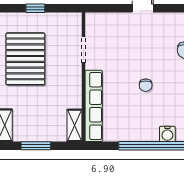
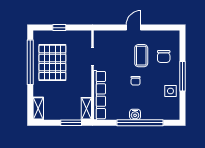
coffee table: (154, 49) -> (141, 56), added
water cooler: (167, 134) -> (135, 114), moved
window: (36, 146) -> (71, 123), moved

